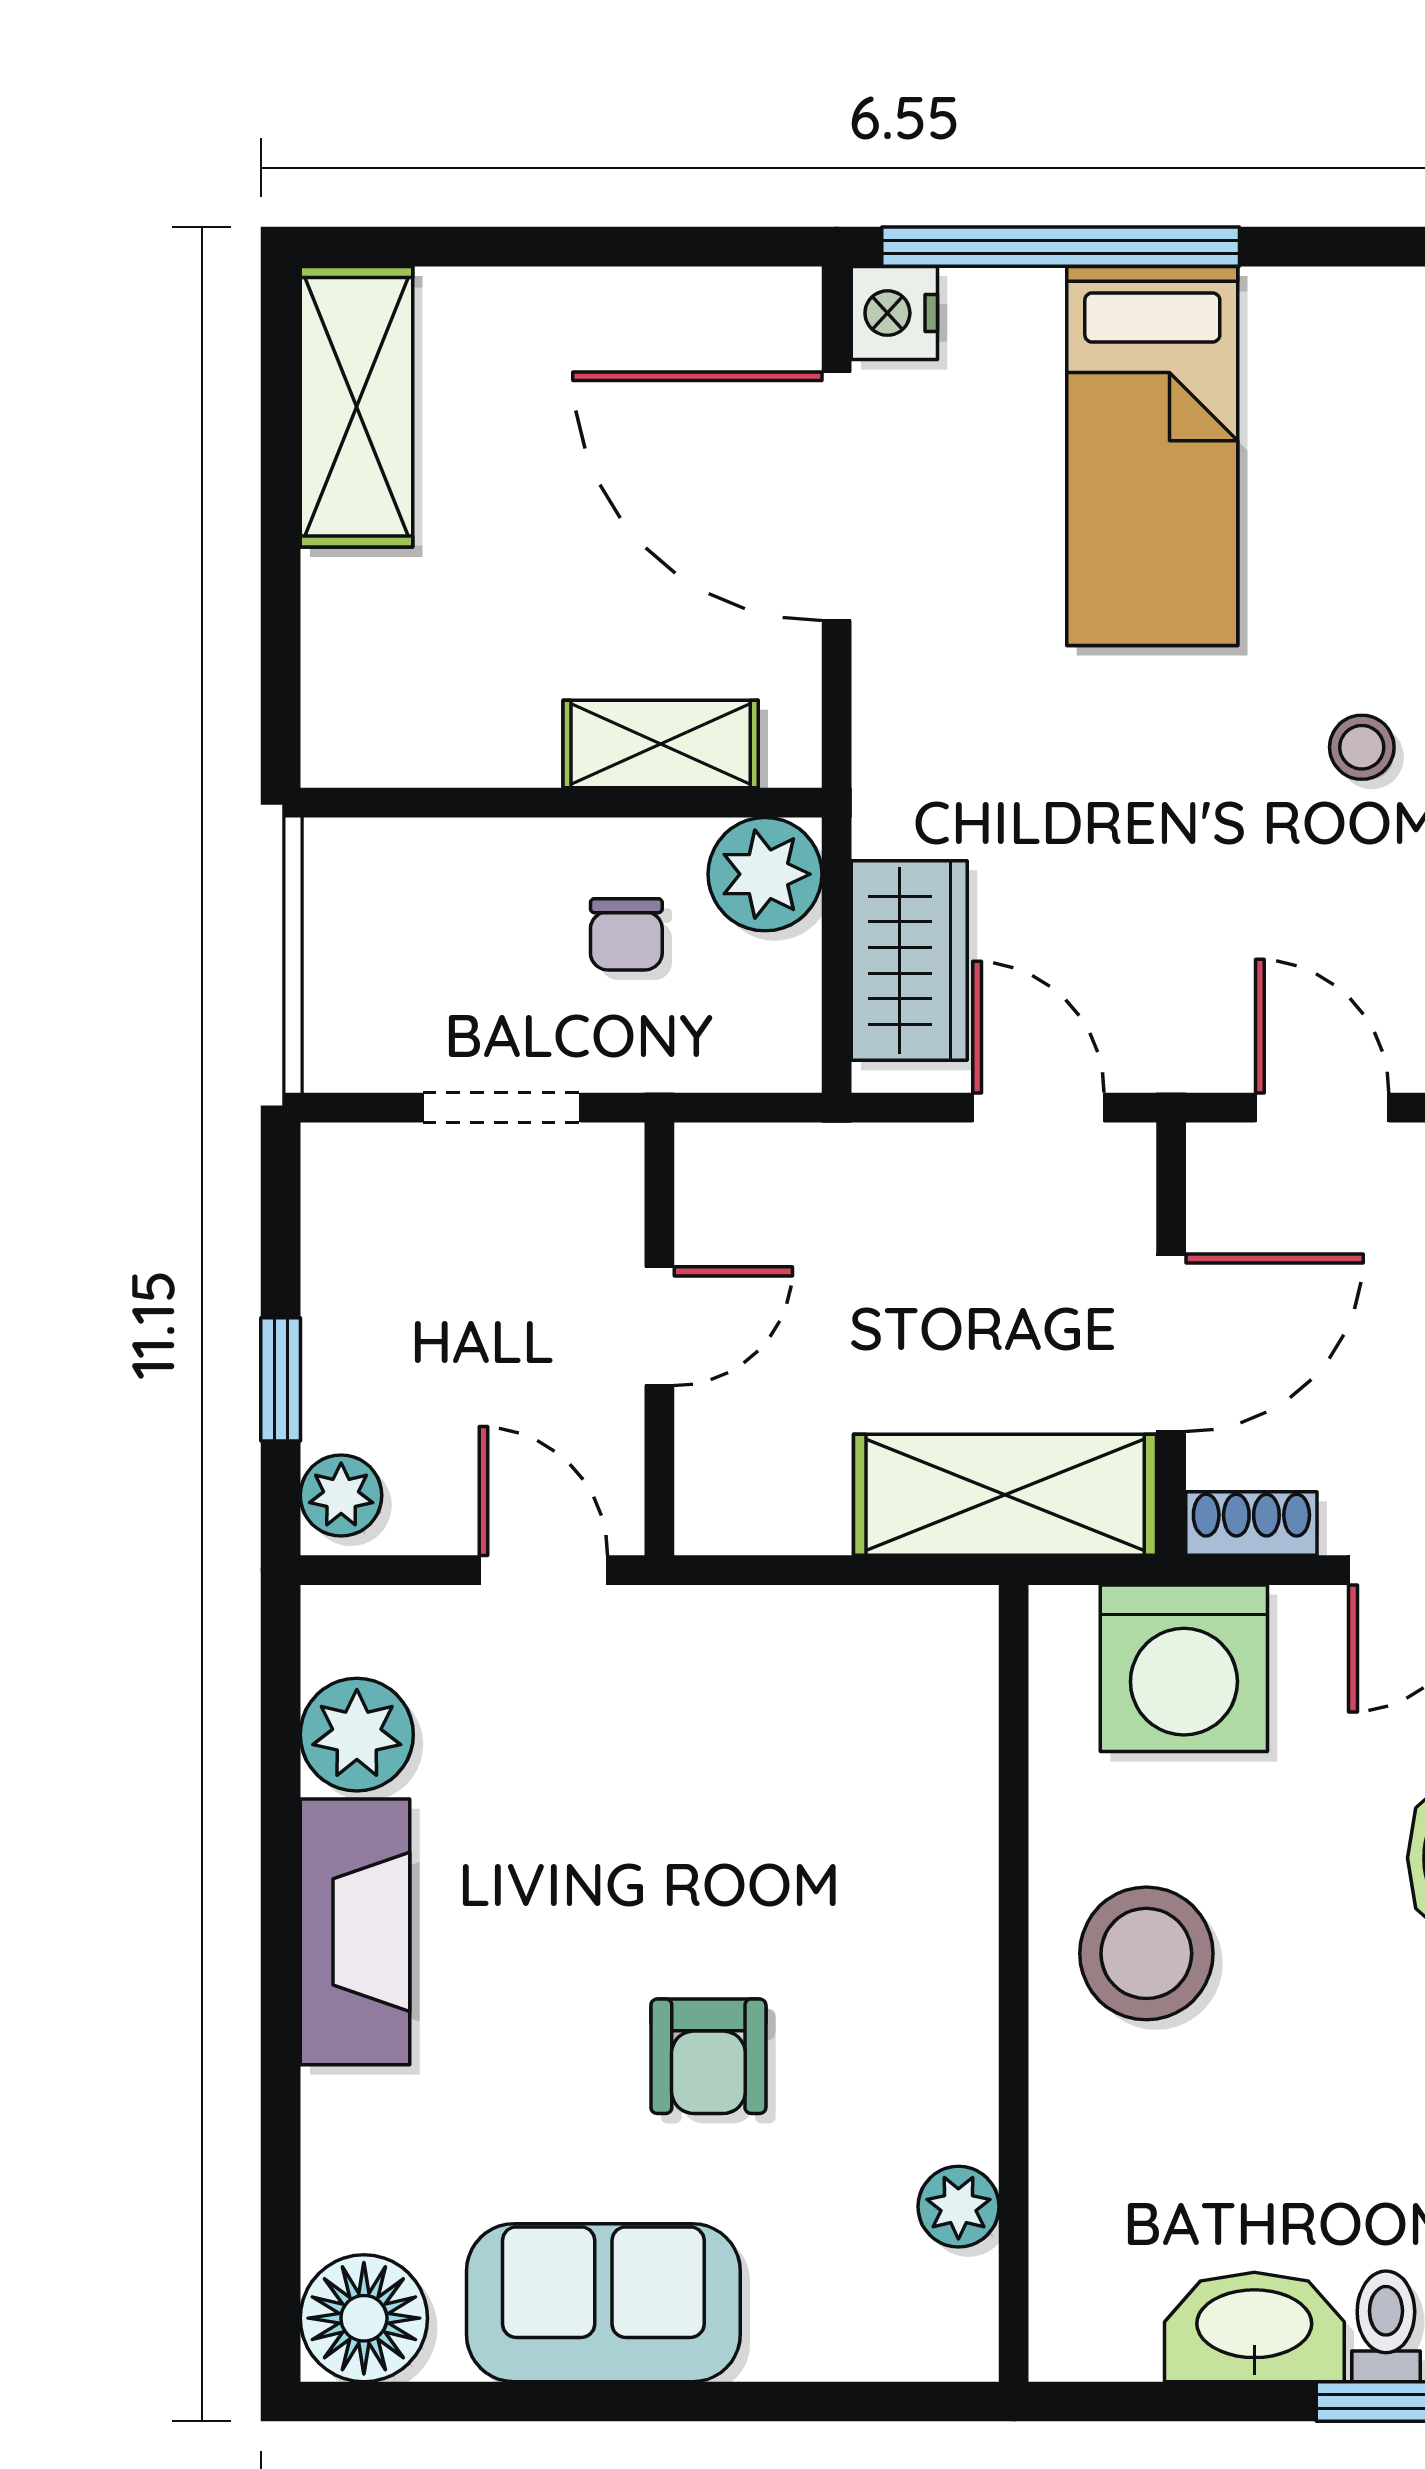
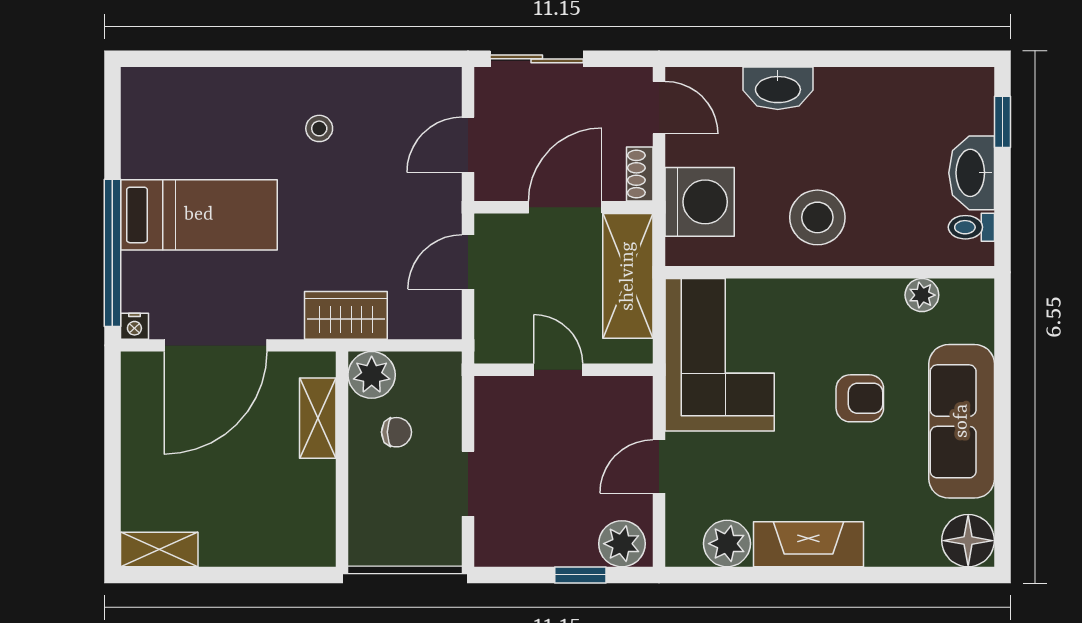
nightstand: (894, 313) -> (134, 326), width x0.72, depth x0.74
shelving: (356, 407) -> (159, 549), width x0.67, depth x0.75
wardrobe: (909, 960) -> (346, 315), moved
door: (659, 1326) -> (558, 370), moved
wall: (659, 1339) -> (564, 370), moved
door: (1171, 1343) -> (565, 207), hinge flipped
plant: (341, 1495) -> (622, 544), width x1.38, depth x1.38
corner sofa: (814, 1717) -> (720, 355), added
sofa: (603, 2303) -> (962, 421), width x1.36
toilet: (1386, 2326) -> (971, 227), moved

